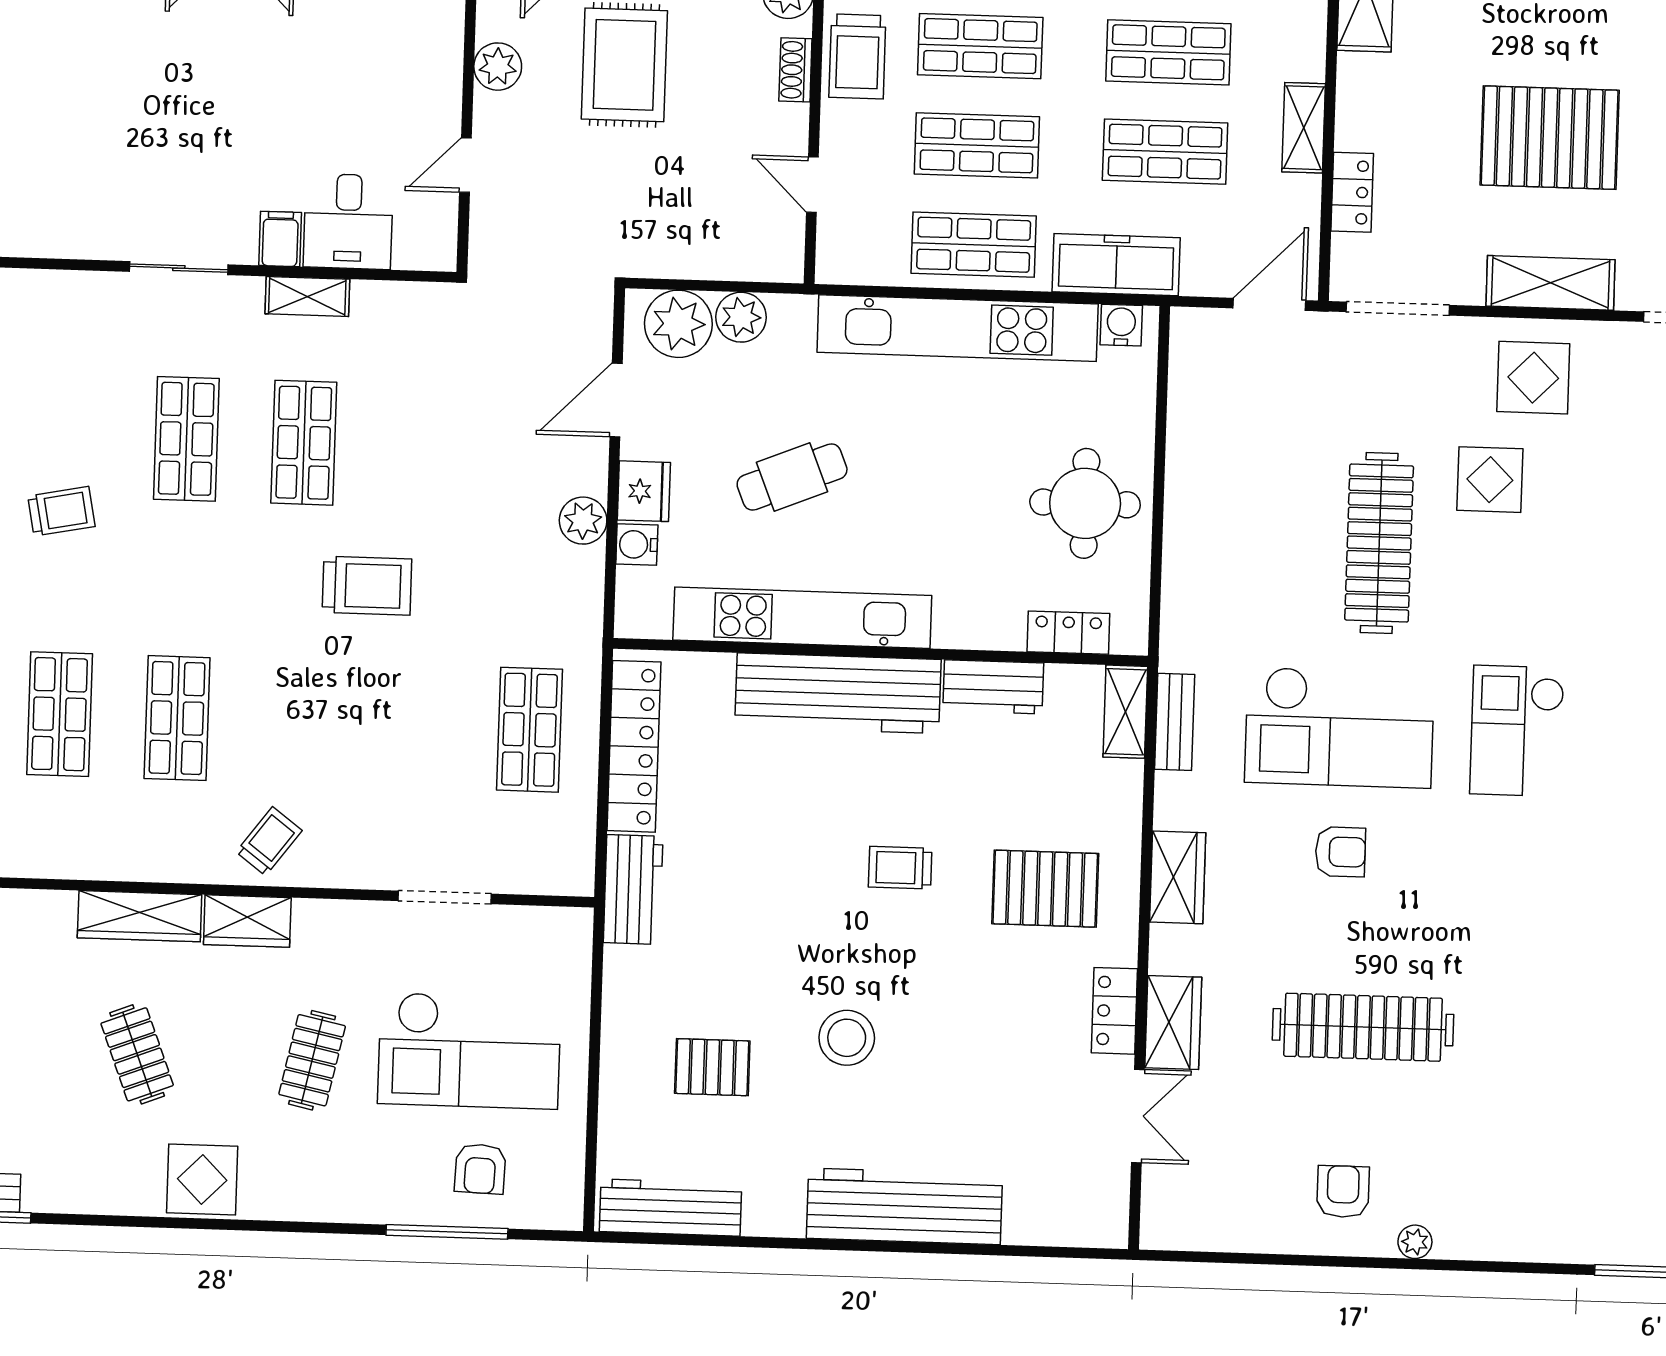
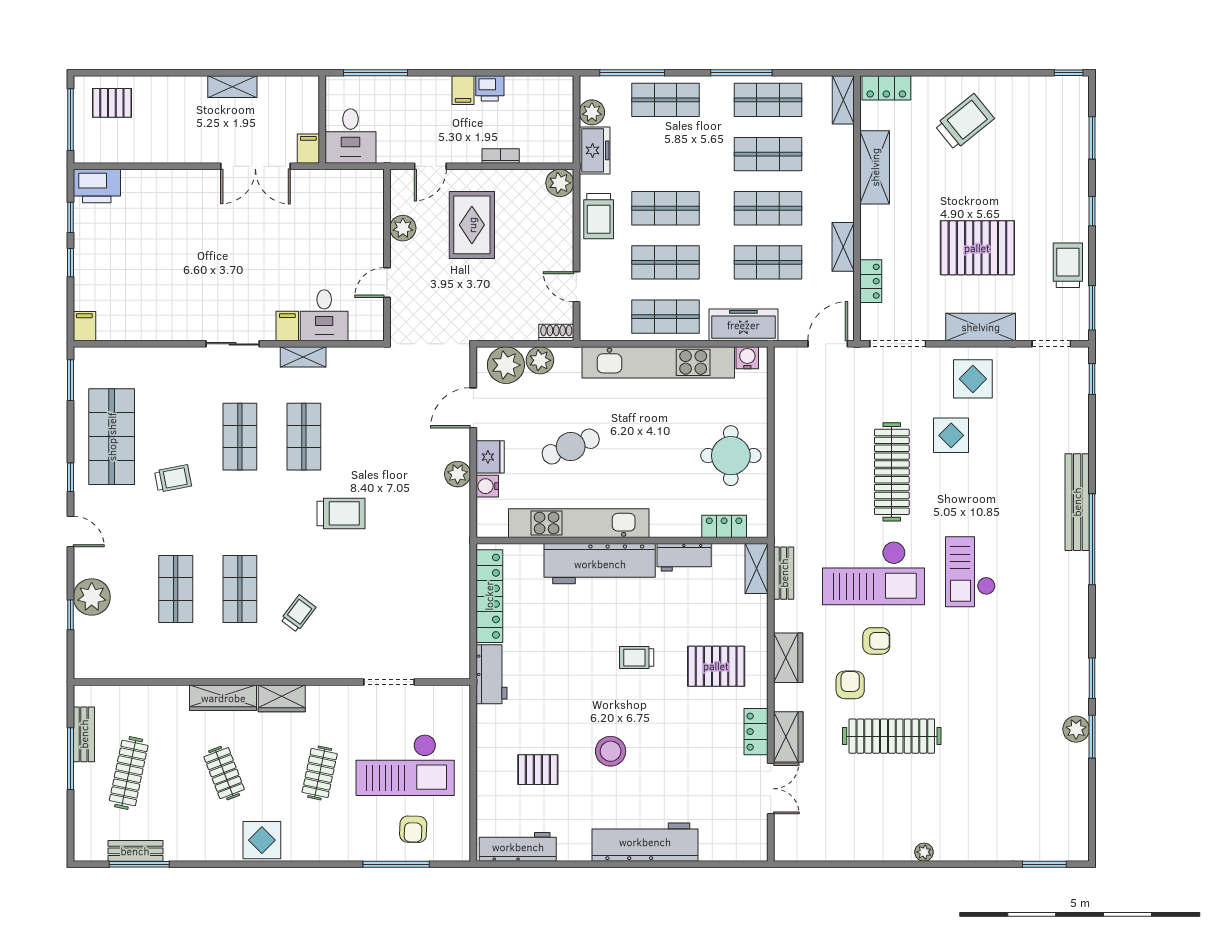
shoe rack: (795, 70) -> (556, 332), moved, turned 90
shop shelf: (529, 730) -> (432, 589), removed
trolley: (269, 841) -> (298, 614), moved
armchair: (1343, 1192) -> (850, 685), moved

